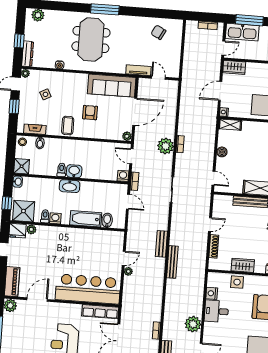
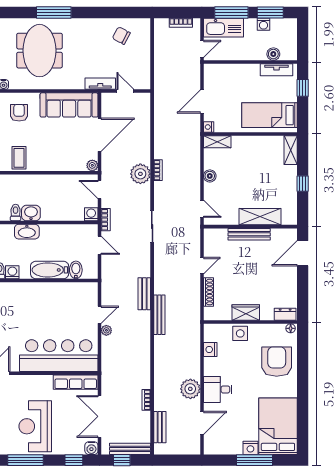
wardrobe: (234, 67) -> (217, 71), removed
armchair: (90, 113) -> (19, 113), moved
desk: (216, 311) -> (218, 389), moved

